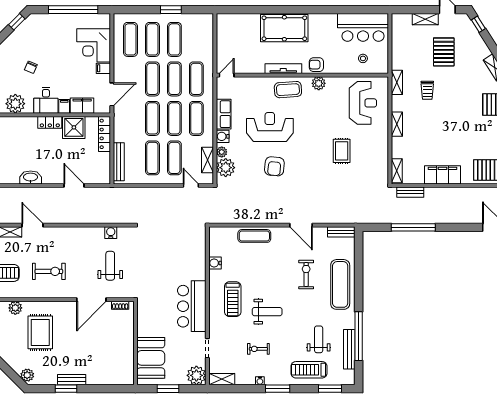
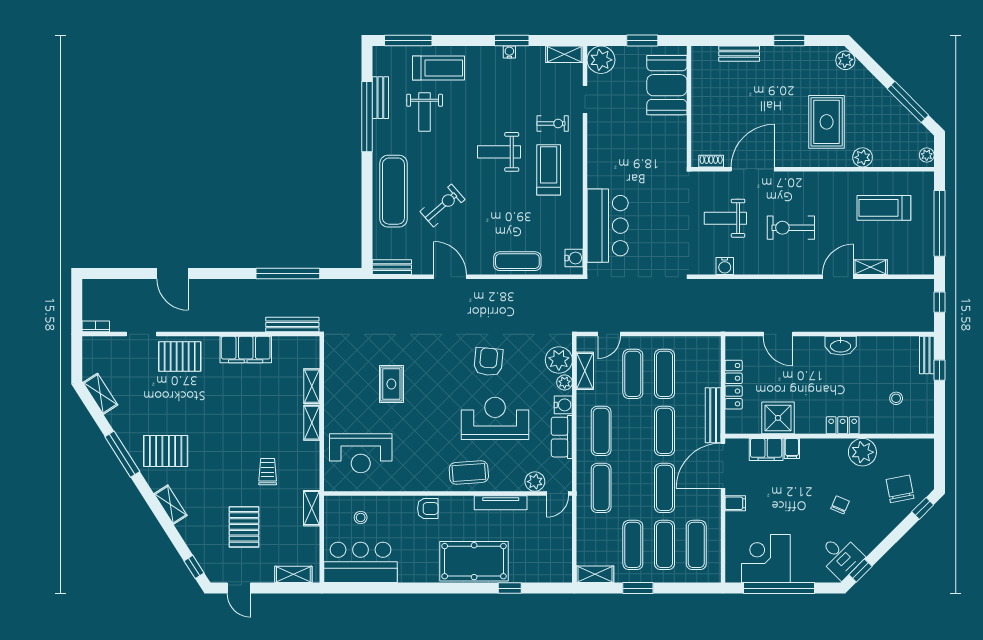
window: (260, 10) -> (510, 588), added
shelving: (201, 19) -> (595, 574), added
shelving: (425, 19) -> (293, 574), moved
corner desk: (94, 45) -> (766, 559), moved, turned -90
tv unit: (283, 69) -> (501, 503), moved
exercise mat: (174, 79) -> (633, 488), removed
shelving: (397, 82) -> (312, 508), moved
plant: (319, 83) -> (535, 482), moved
door: (112, 94) -> (723, 466), width x1.36
desk: (46, 100) -> (841, 556), moved, turned 135
reception desk: (363, 103) -> (361, 453), turned -90
exercise mat: (174, 118) -> (633, 431), removed
locker: (50, 122) -> (843, 425), moved
reception desk: (270, 127) -> (495, 418), turned 180
locker: (105, 134) -> (734, 385), moved
bench: (119, 162) -> (713, 415), moved
shelving: (397, 171) -> (312, 386), moved
door: (191, 185) -> (609, 334), hinge flipped
bench: (410, 192) -> (292, 324), width x1.36
door: (32, 225) -> (838, 277), swing flipped
water cooler: (215, 263) -> (574, 258), moved
weight bench: (110, 266) -> (725, 218), turned 90
exercise bike: (49, 271) -> (791, 228), moved
exercise bike: (306, 275) -> (443, 205), turned -131
bar counter: (192, 306) -> (608, 226), moved
exercise bike: (258, 349) -> (553, 123), moved
bench: (349, 349) -> (380, 98), width x0.73
bench: (72, 380) -> (739, 54), moved
window: (278, 389) -> (512, 41), moved
window: (330, 389) -> (408, 41), width x1.44

